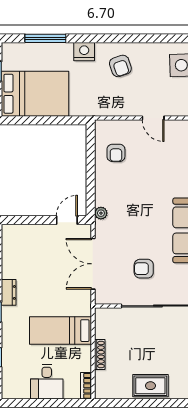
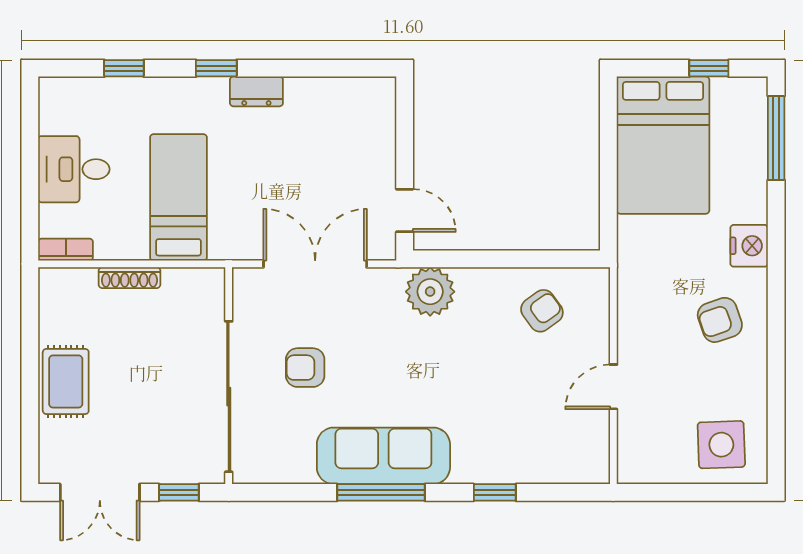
window: (45, 38) -> (776, 138), moved
armchair: (116, 153) -> (542, 311), turned 144
plant: (101, 213) -> (430, 292), width x1.88, depth x1.88
armchair: (144, 269) -> (305, 368), turned -90

